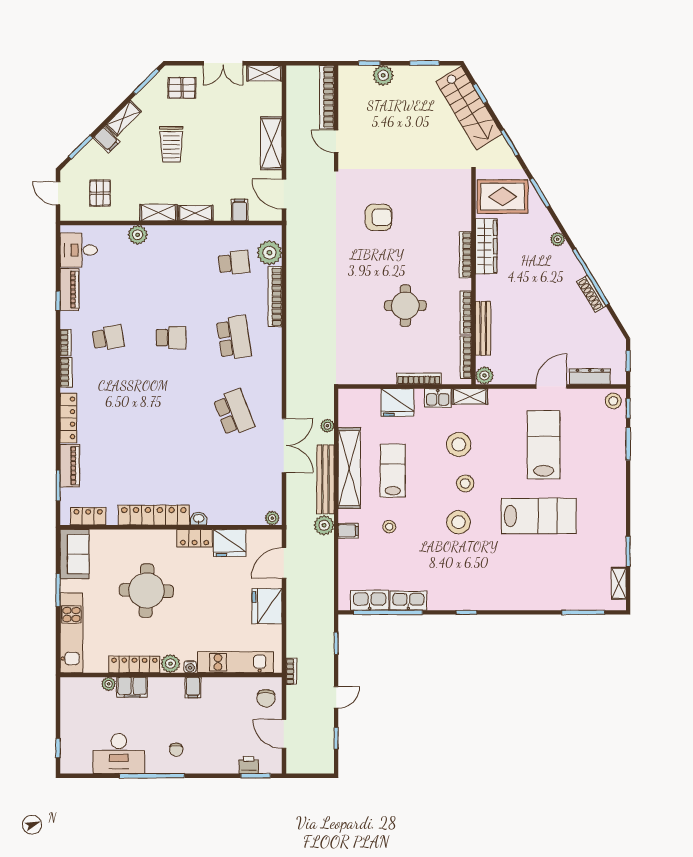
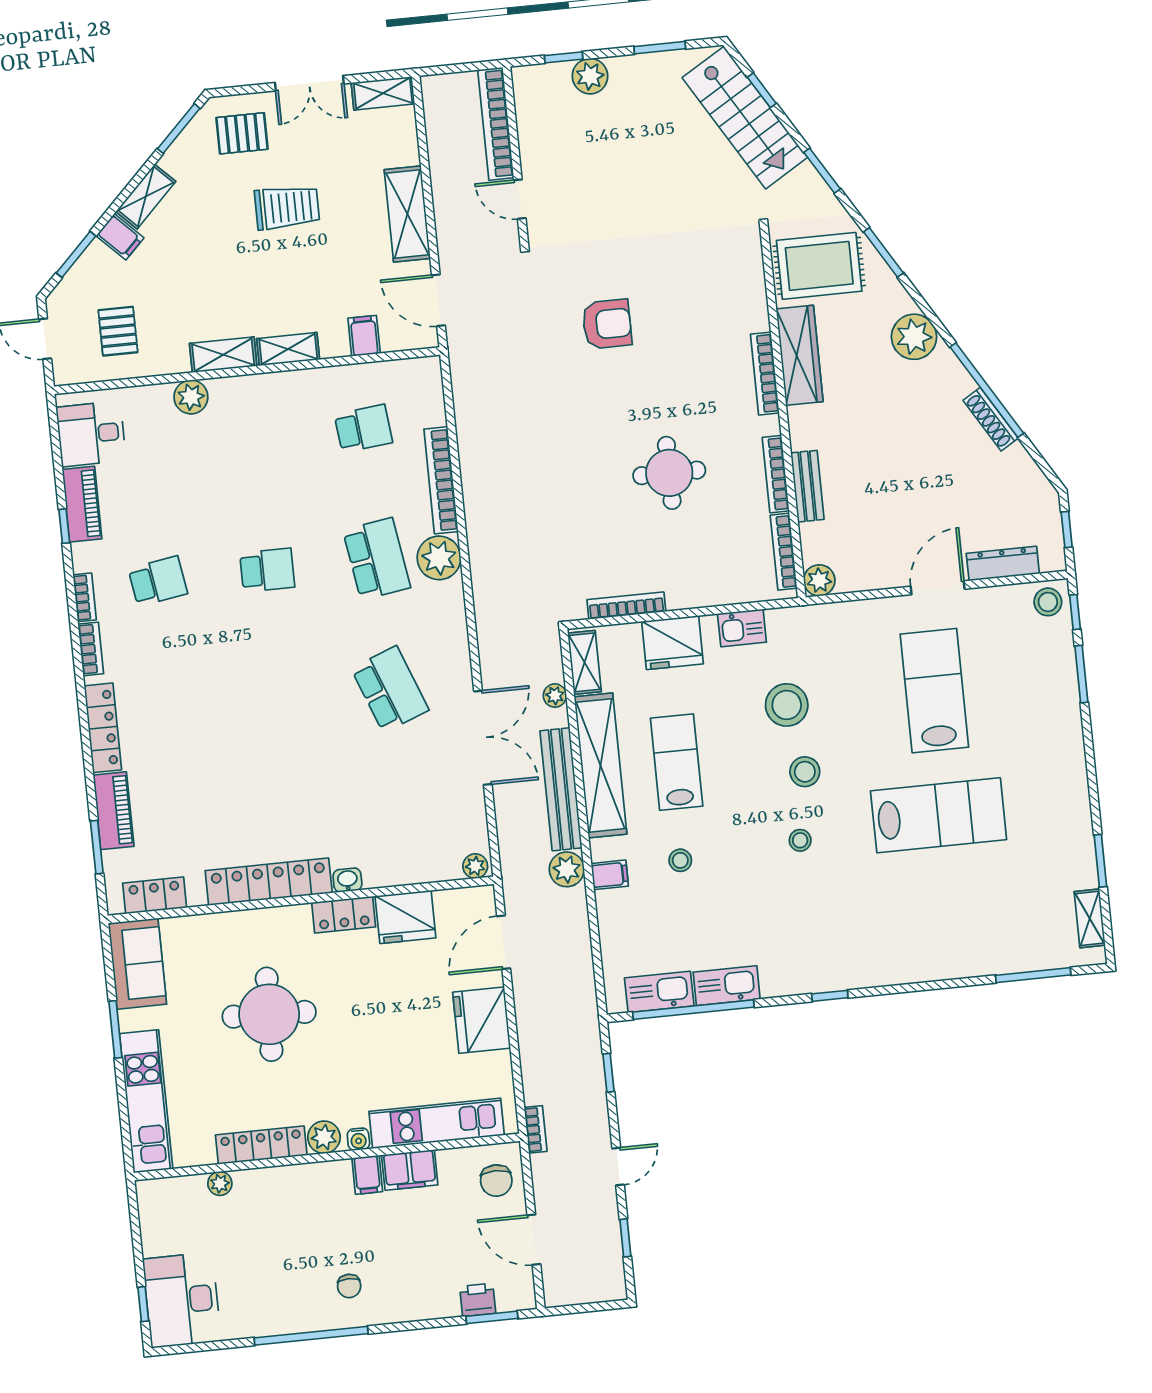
trolley: (171, 144) -> (287, 207), moved, turned -90
plant: (558, 239) -> (914, 337), width x1.88, depth x1.88
plant: (269, 253) -> (439, 558), moved
bench: (483, 328) -> (807, 486), width x0.73
bookcase: (419, 379) -> (626, 606), moved
shelving: (470, 396) -> (584, 662), moved, turned 90
stool: (459, 522) -> (800, 840), width x0.53, depth x0.53
filing cabinet: (132, 687) -> (410, 1170), moved
desk: (119, 754) -> (182, 1300), moved, turned 90

